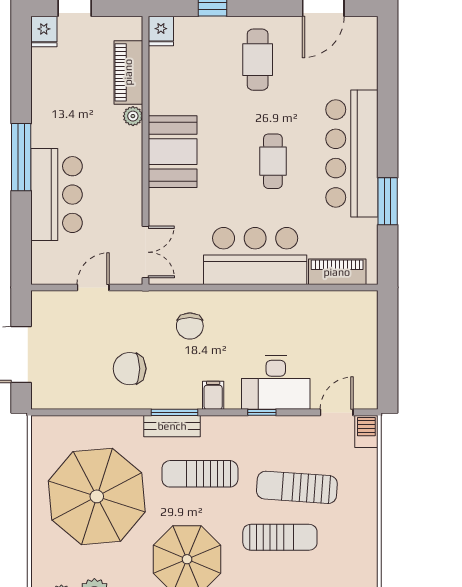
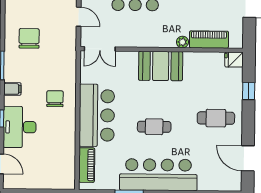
chair: (190, 326) -> (55, 99), moved, turned 90

